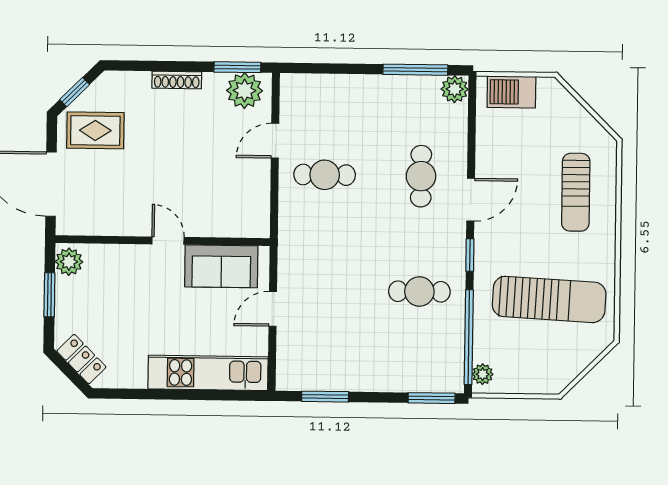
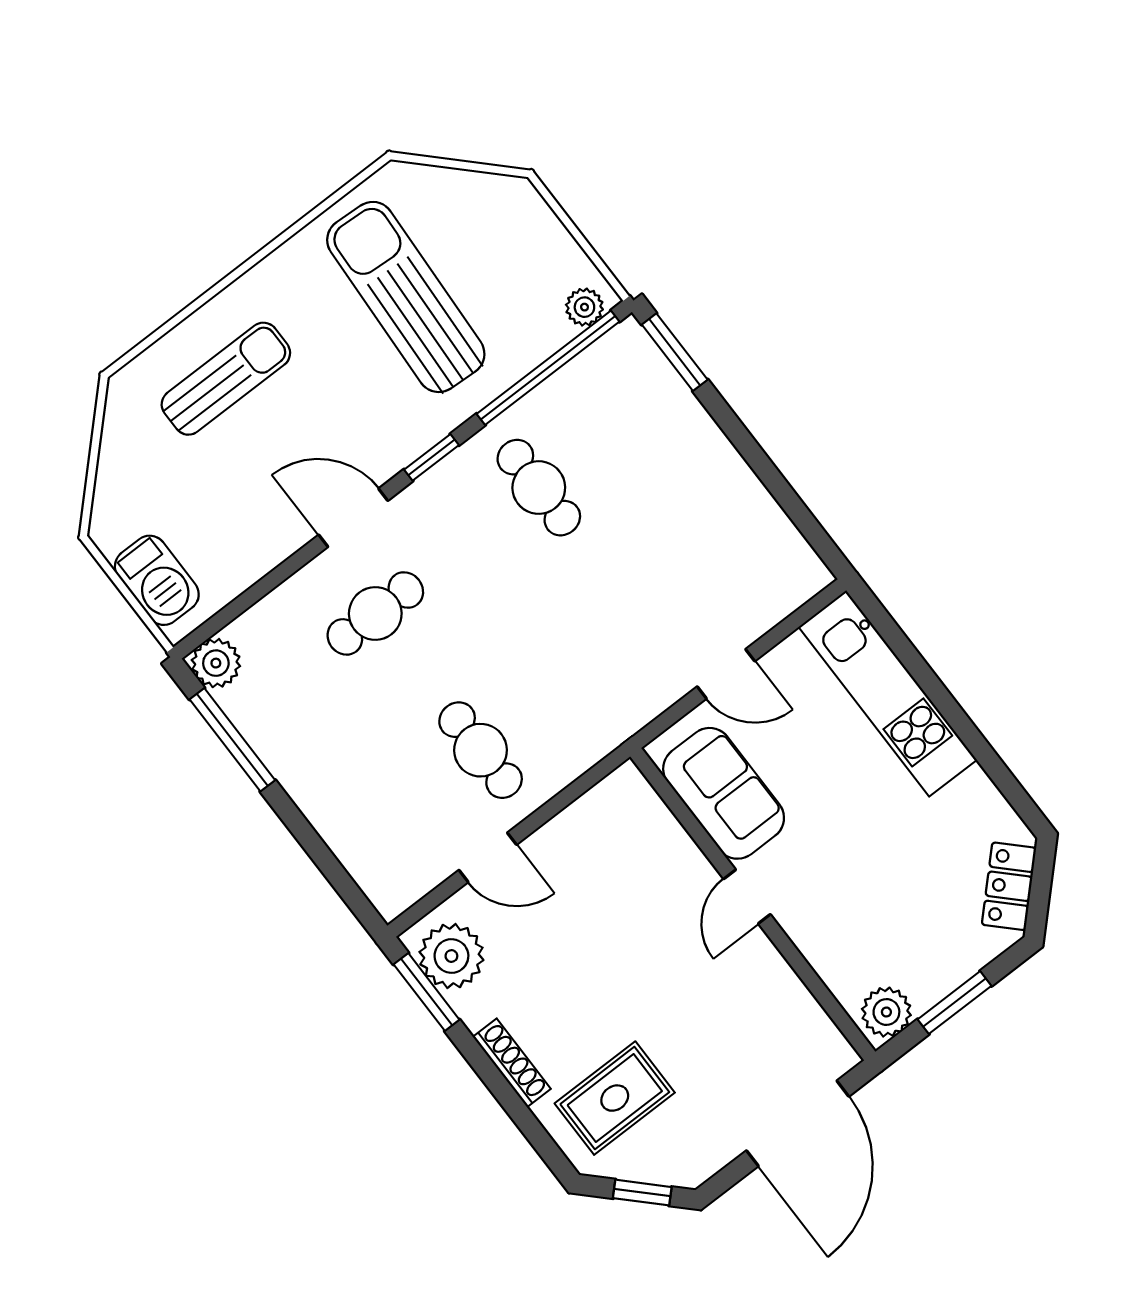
rug: (95, 130) -> (615, 1098), moved, turned 90
window: (325, 397) -> (791, 503), removed

